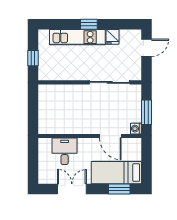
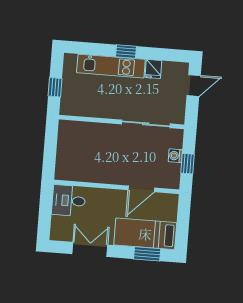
window: (147, 112) -> (187, 164), width x0.67
washing machine: (136, 129) -> (175, 156), moved
door: (110, 136) -> (141, 189), hinge flipped
desk: (65, 151) -> (69, 201), moved, turned -90

